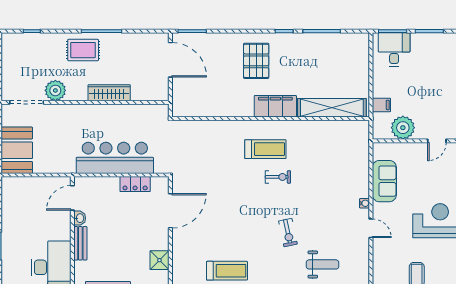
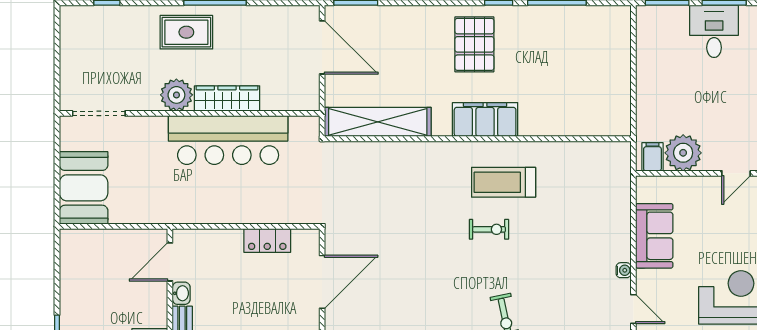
desk: (394, 49) -> (714, 31), moved
pallet: (256, 61) -> (474, 44), moved
plant: (55, 90) -> (176, 95), moved
filing cabinet: (381, 105) -> (652, 157), moved, turned -90
shelving: (332, 108) -> (378, 122), moved
treadmill: (265, 149) -> (504, 182), moved, turned 180
bar counter: (115, 158) -> (228, 140), moved, turned 180

